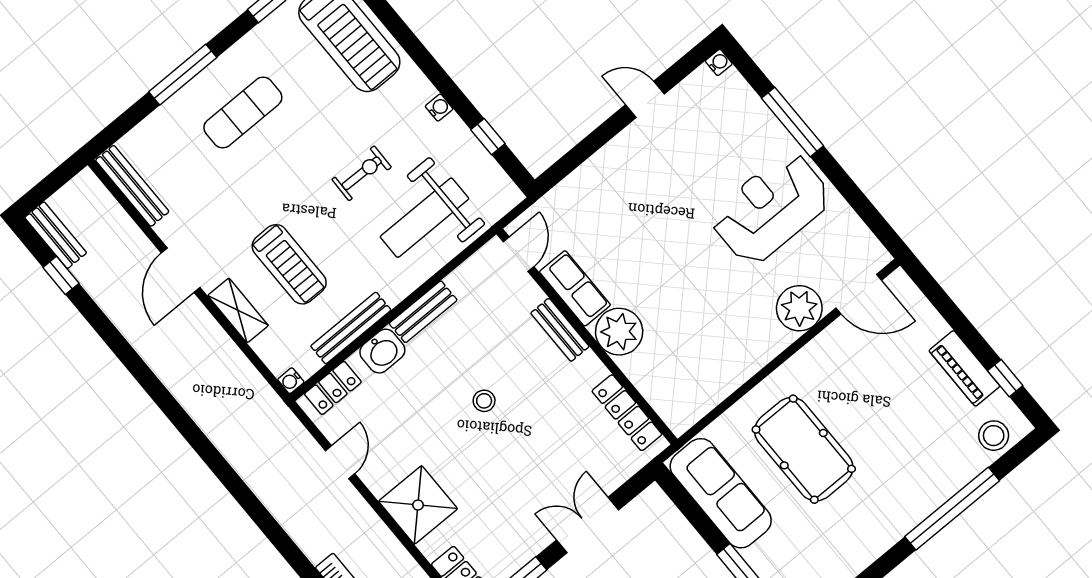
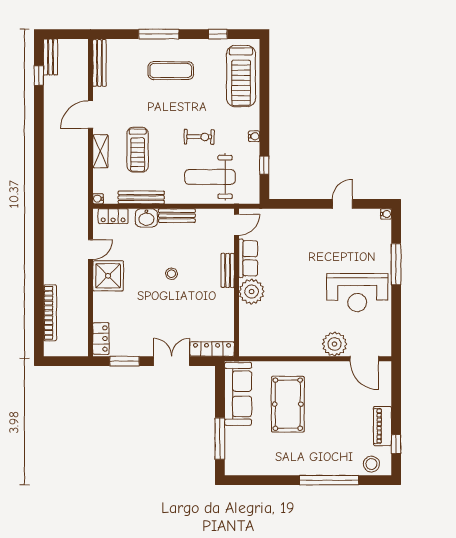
door: (645, 99) -> (342, 204), hinge flipped
reception desk: (771, 208) -> (357, 293), turned 180
locker: (627, 413) -> (212, 349), moved, turned 90
shower: (418, 505) -> (108, 276), moved

